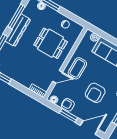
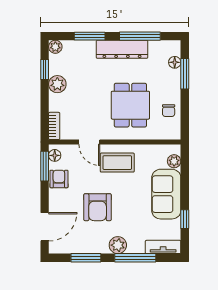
plant: (16, 76) -> (57, 84), added
armchair: (95, 93) -> (98, 207), turned -90
window: (68, 115) -> (45, 166), moved
door: (89, 127) -> (45, 227), hinge flipped

